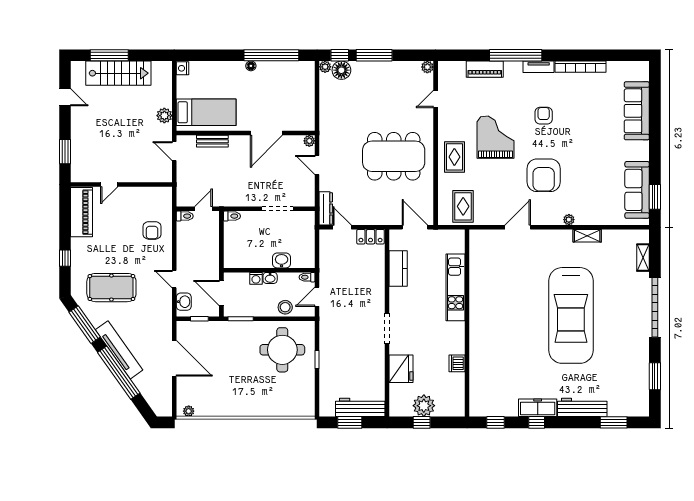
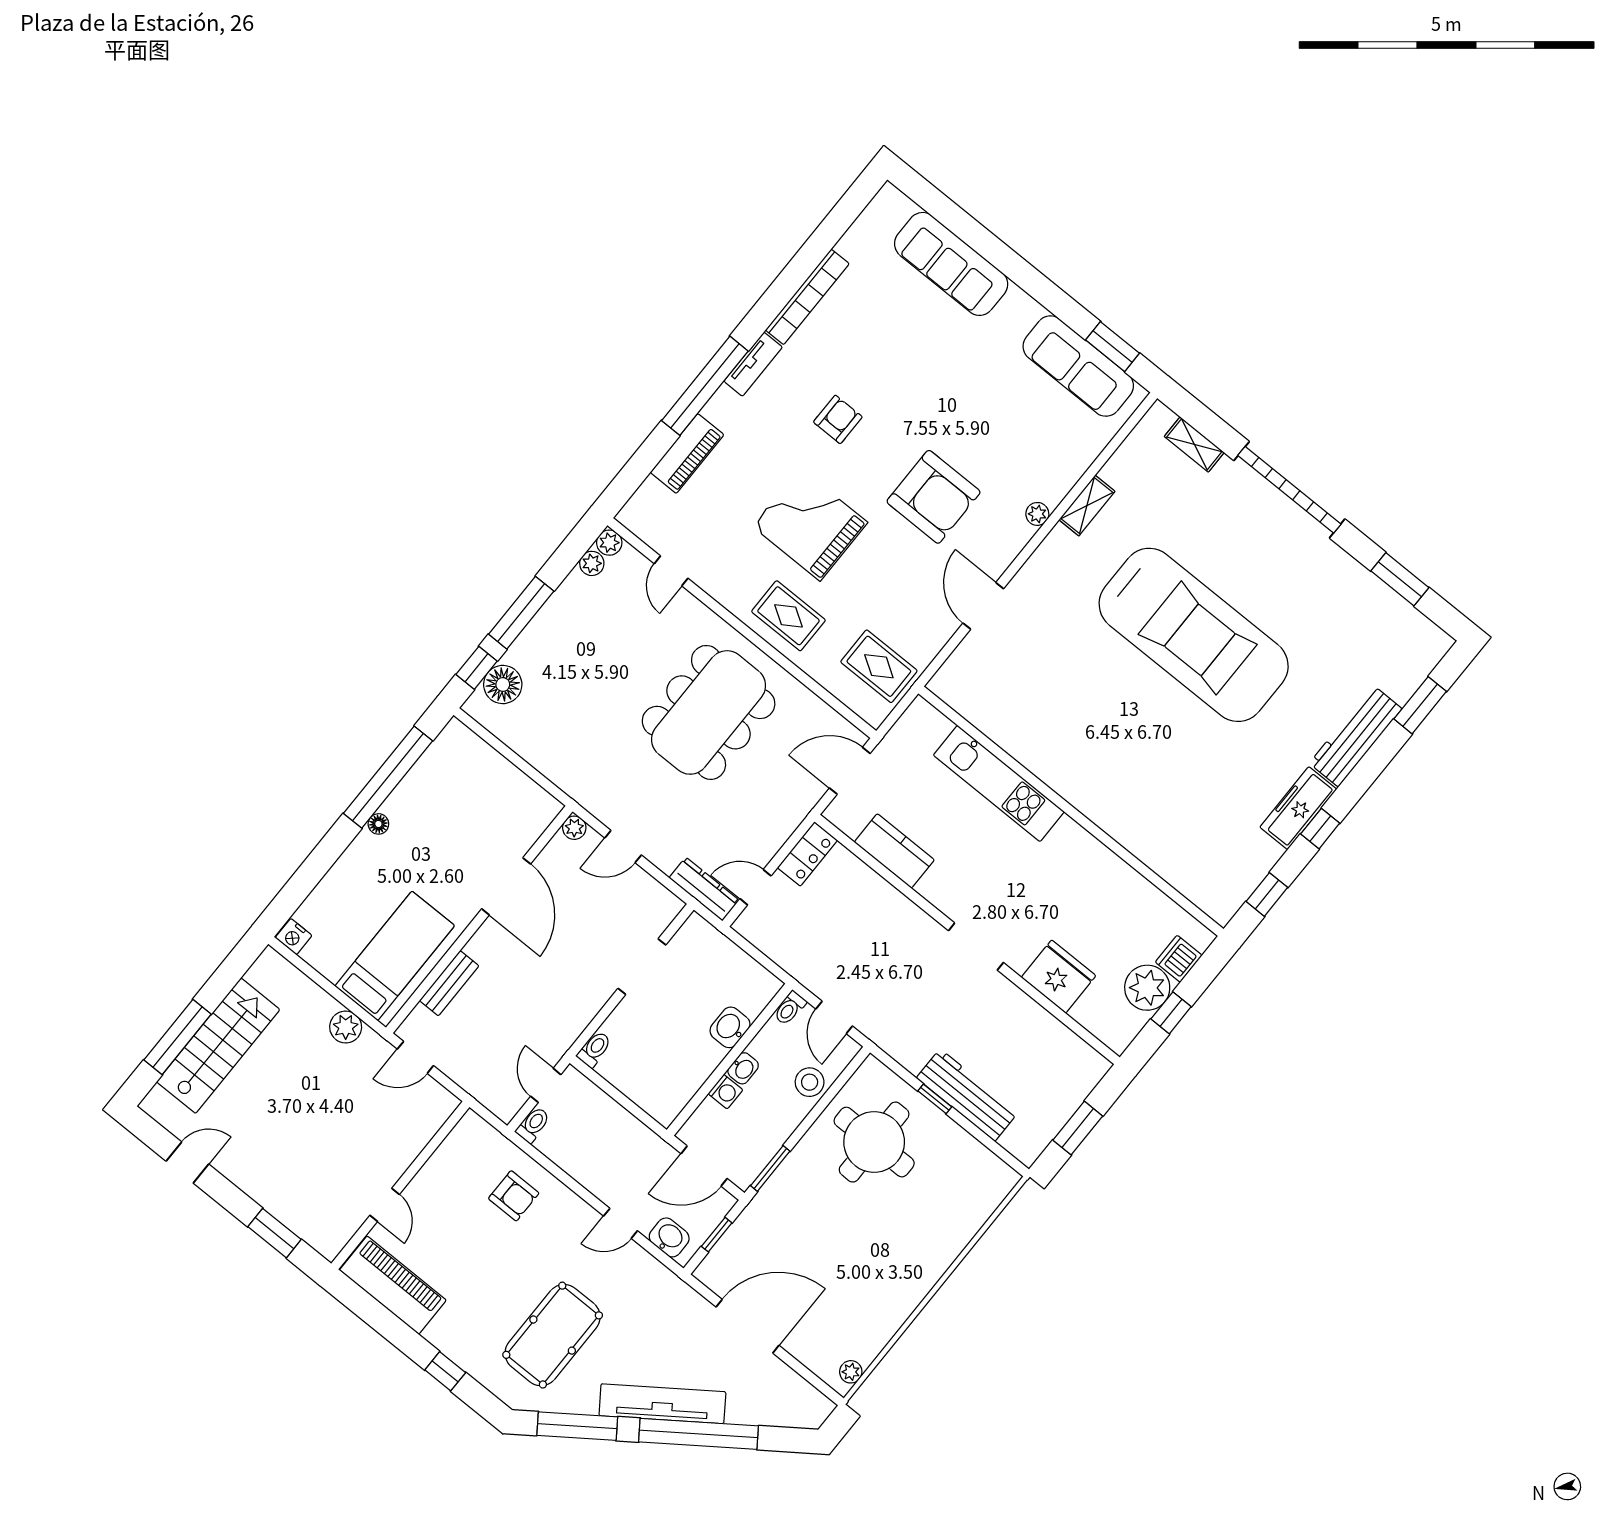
plant: (325, 67) -> (592, 563), moved
armchair: (544, 116) -> (838, 419), turned 90
dishwasher: (457, 363) -> (1179, 959), moved, turned 90
workbench: (360, 407) -> (967, 1095), moved, turned 90

